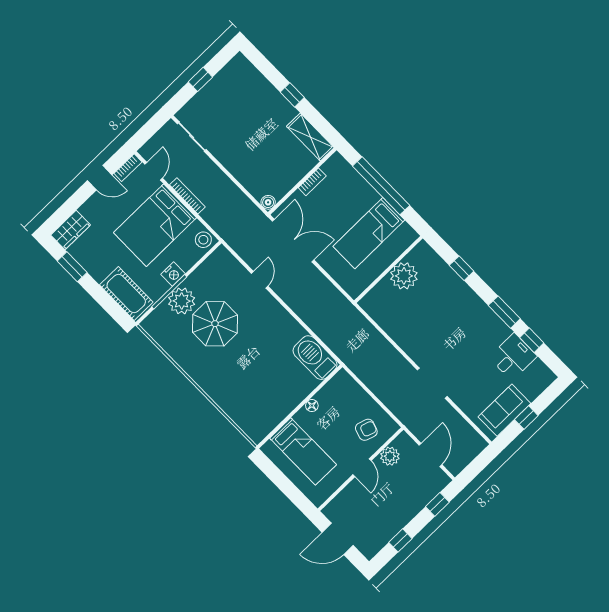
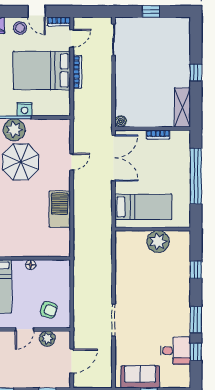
bed: (369, 233) -> (143, 207), moved, turned 180
stool: (203, 240) -> (20, 28), moved
barbecue: (315, 358) -> (60, 209), moved

